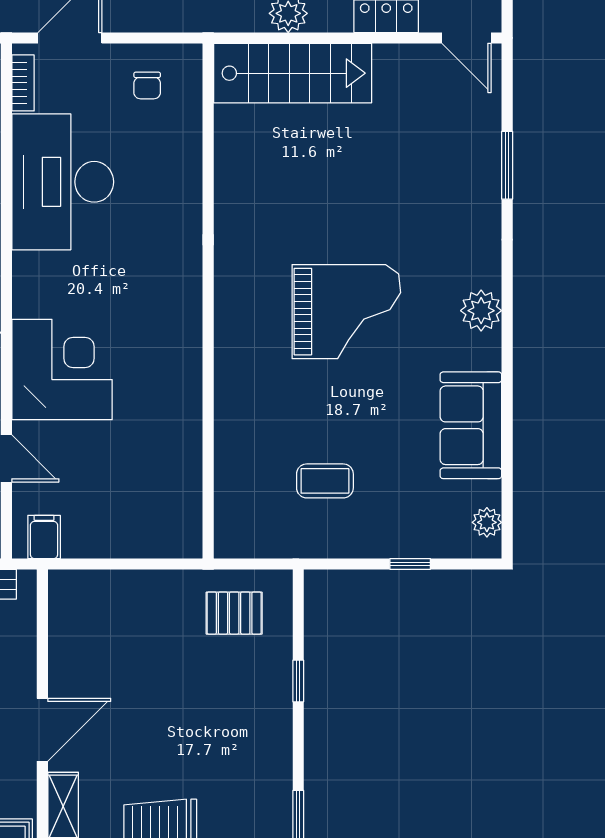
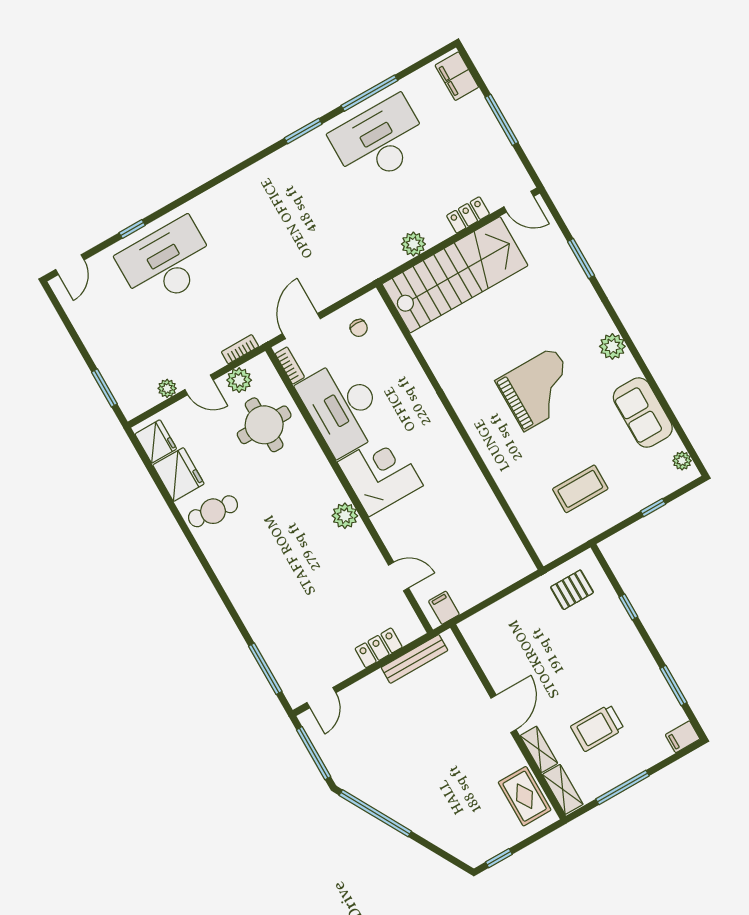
stairs: (293, 73) -> (455, 275), width x1.36, depth x1.51
corner desk: (62, 370) -> (380, 474), moved
coffee table: (325, 481) -> (580, 489), width x1.36, depth x1.30

